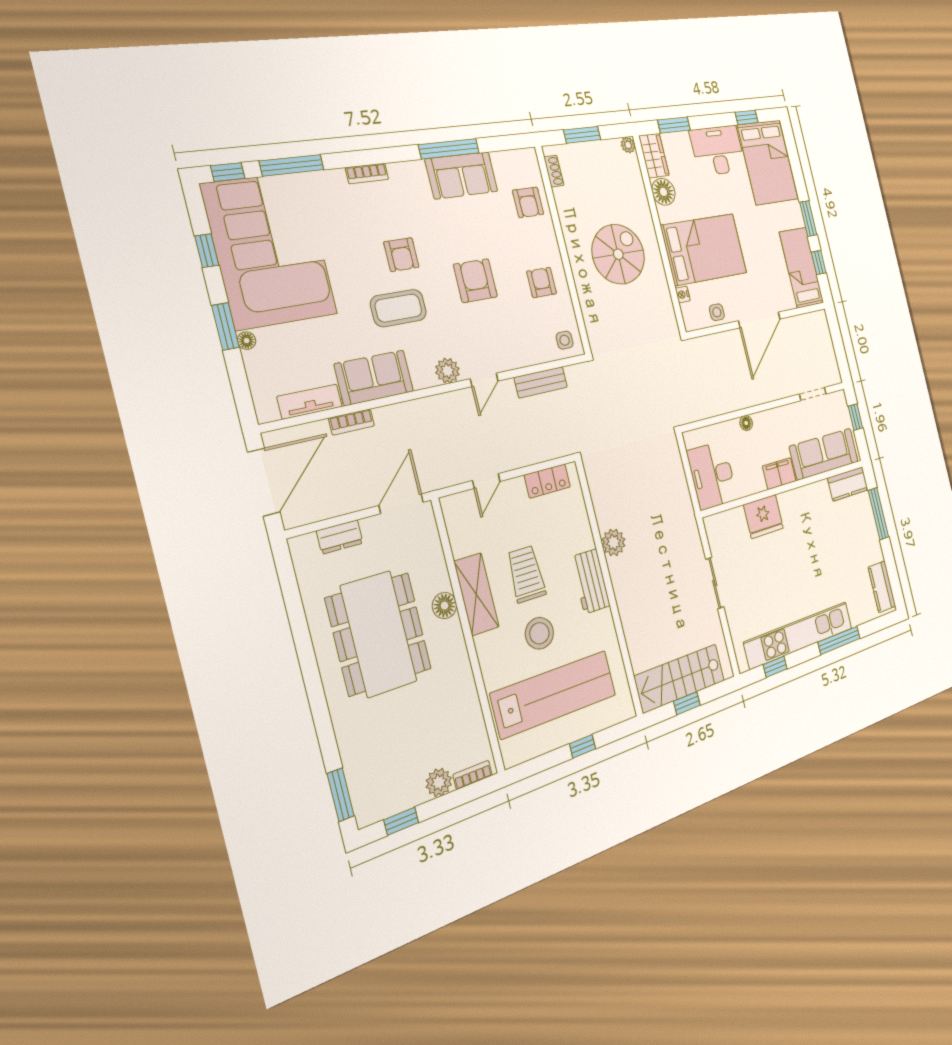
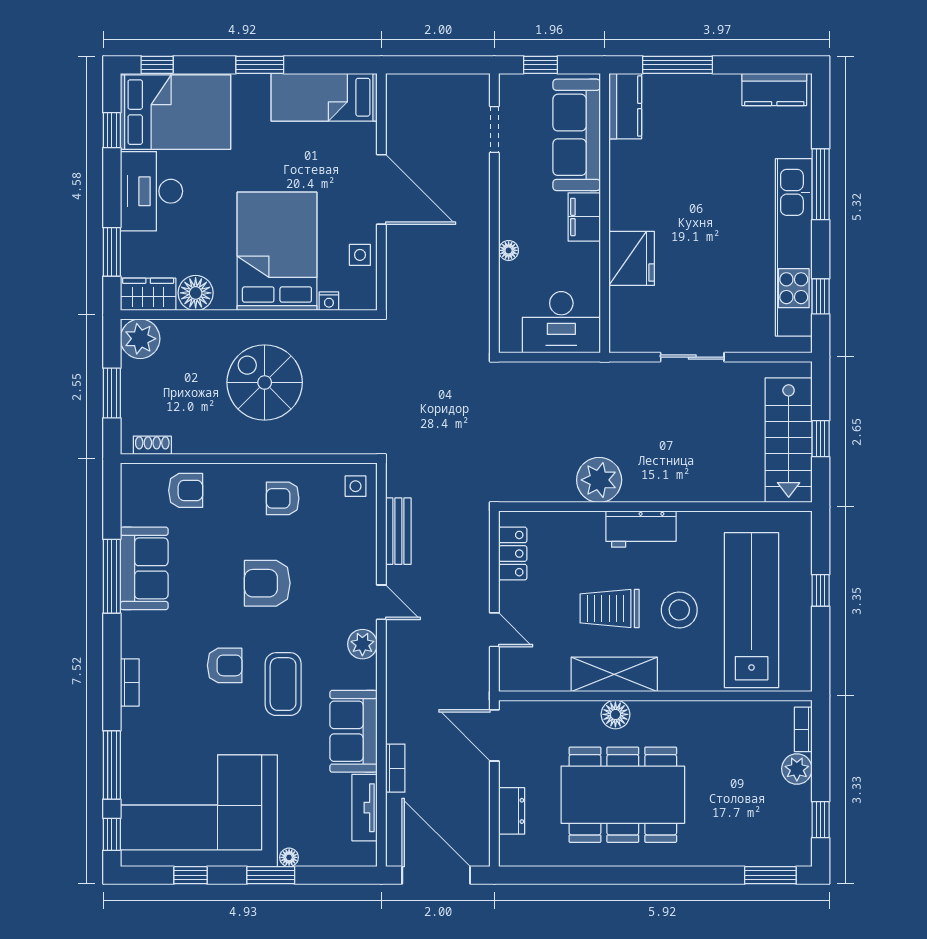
plant: (628, 145) -> (140, 339), width x1.87, depth x1.87
window: (819, 263) -> (157, 65), moved
plant: (614, 542) -> (599, 480), width x1.36, depth x1.36

